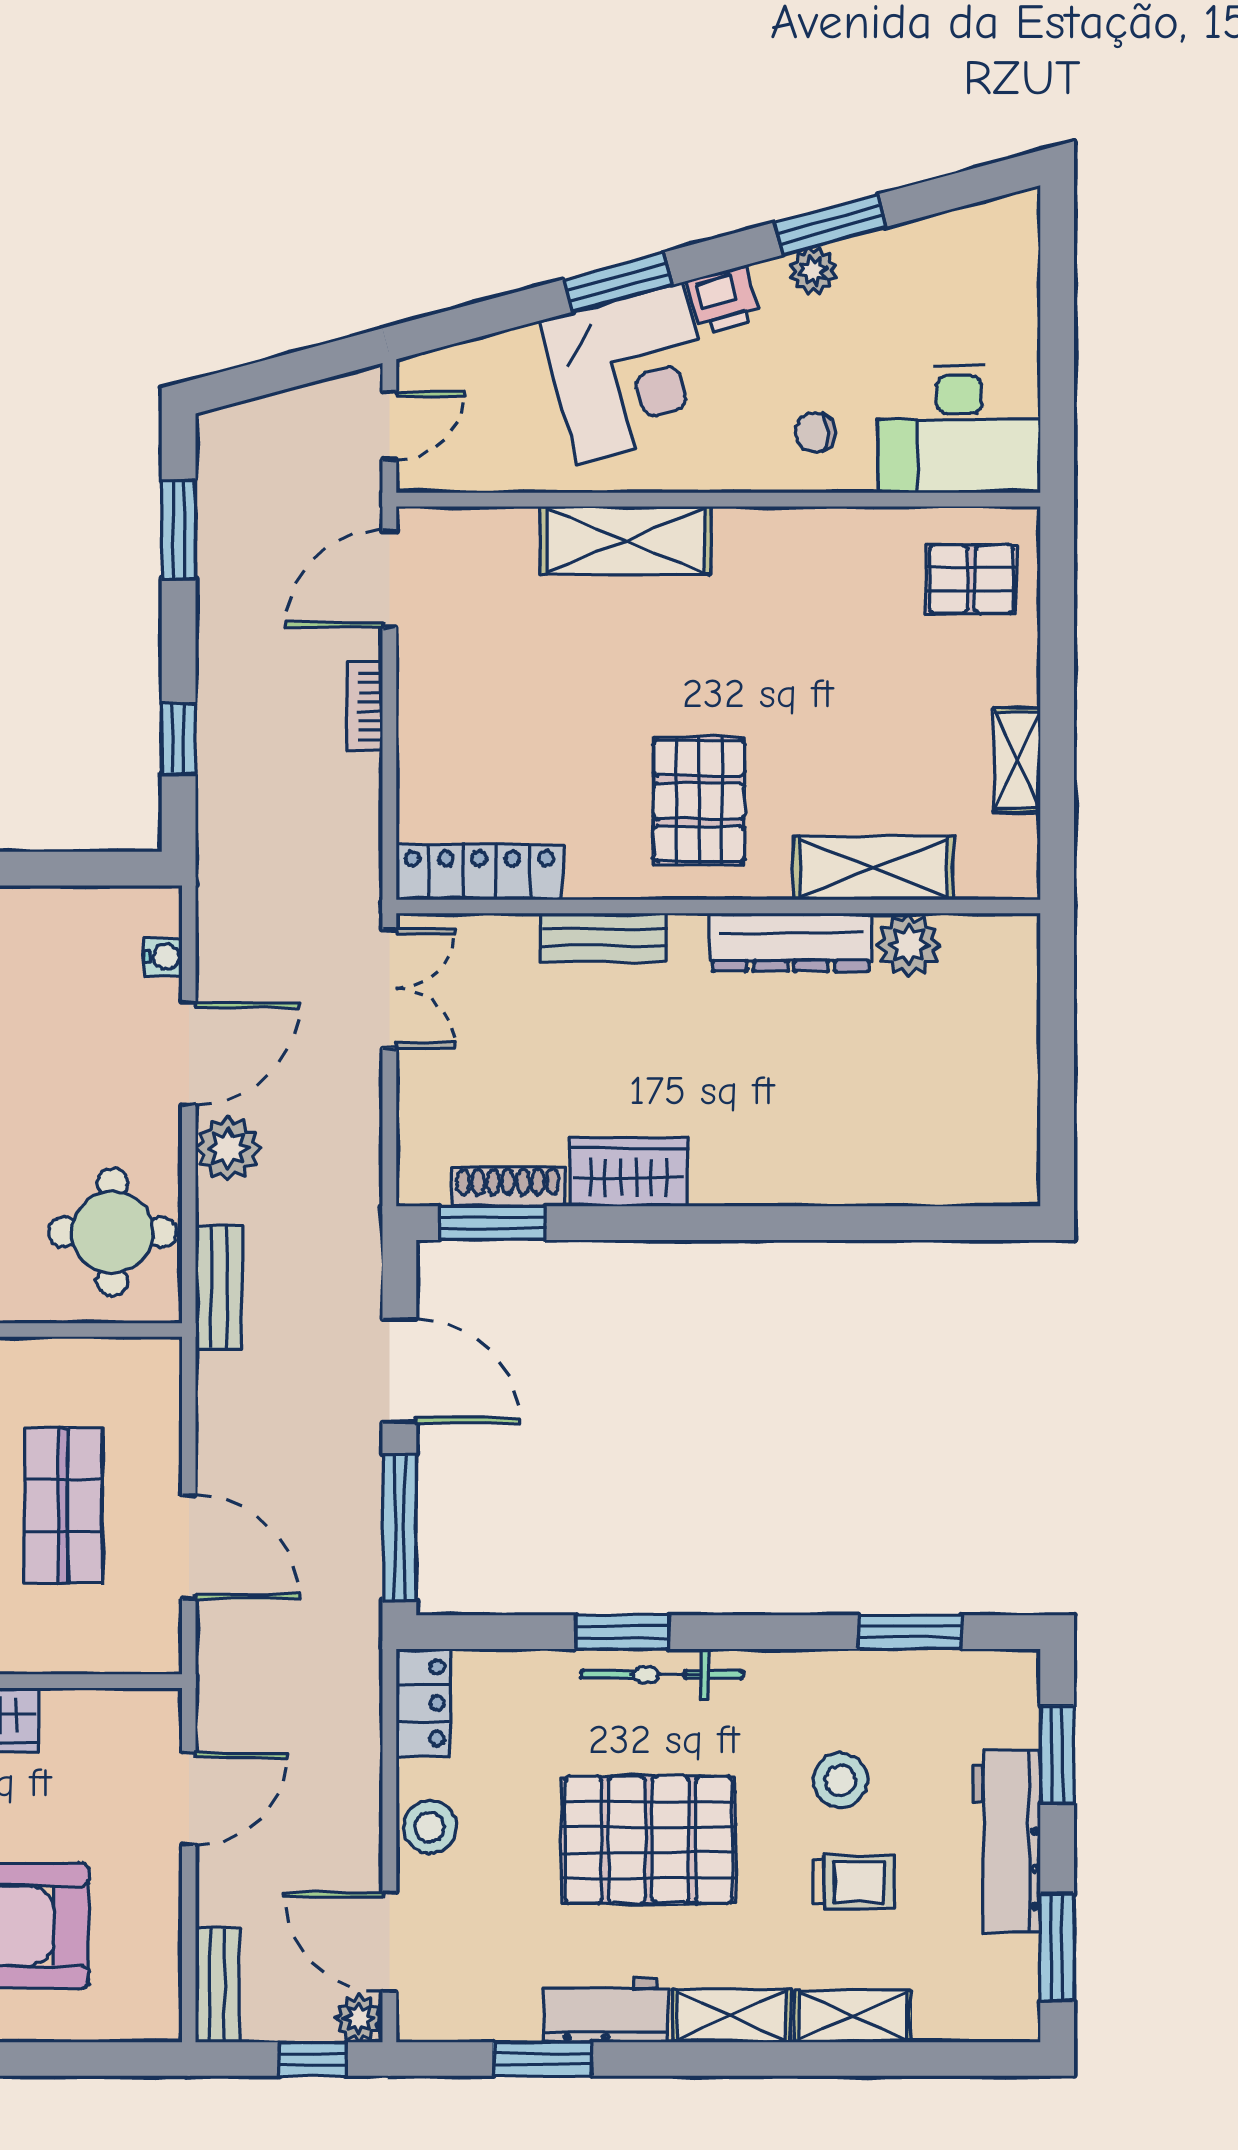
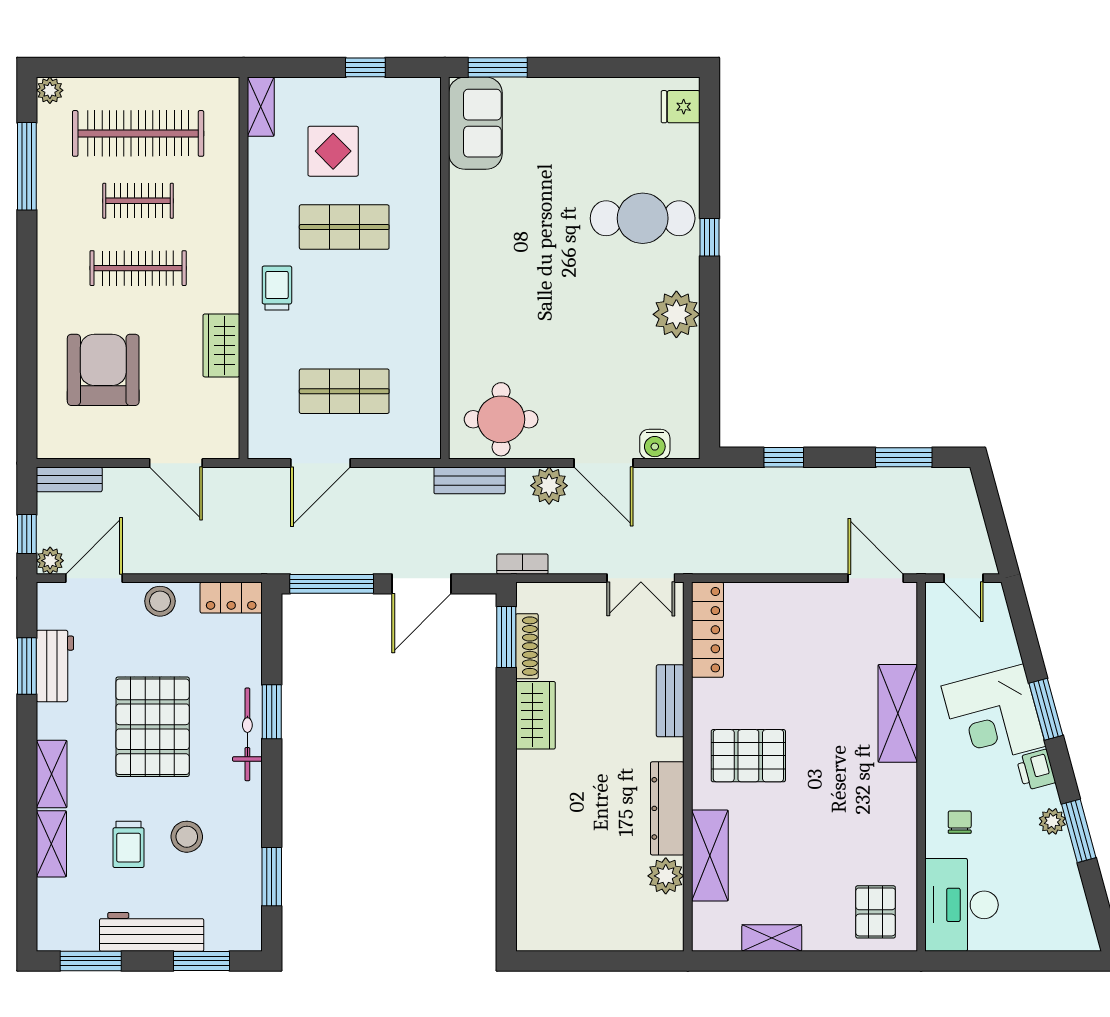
bookcase: (365, 706) -> (522, 564), moved
water cooler: (163, 957) -> (655, 444), width x1.38, depth x1.38
workbench: (605, 2010) -> (55, 666), moved

